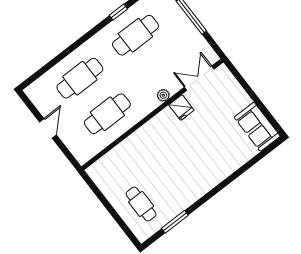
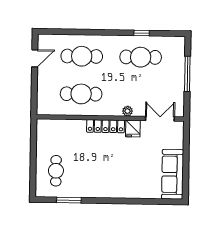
locker: (154, 126) -> (106, 126), added
sofa: (257, 127) -> (173, 174), width x1.36
door: (48, 128) -> (35, 58), moved

